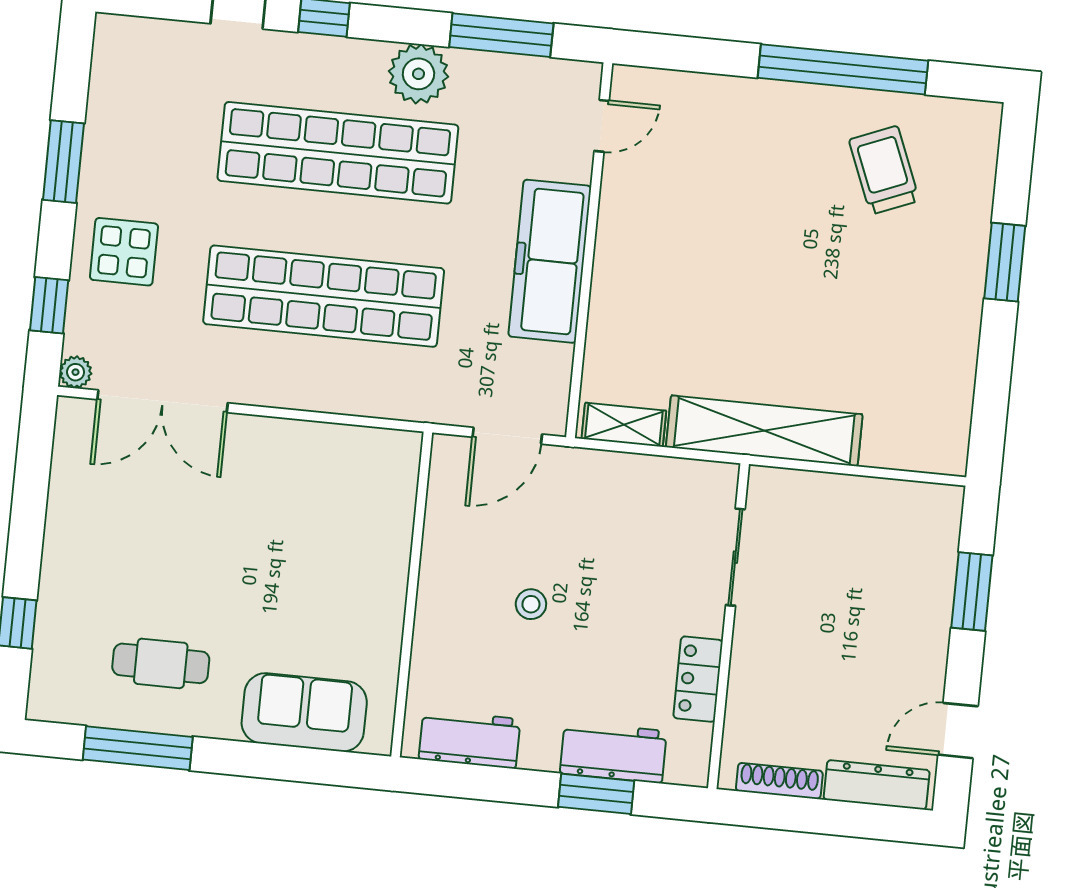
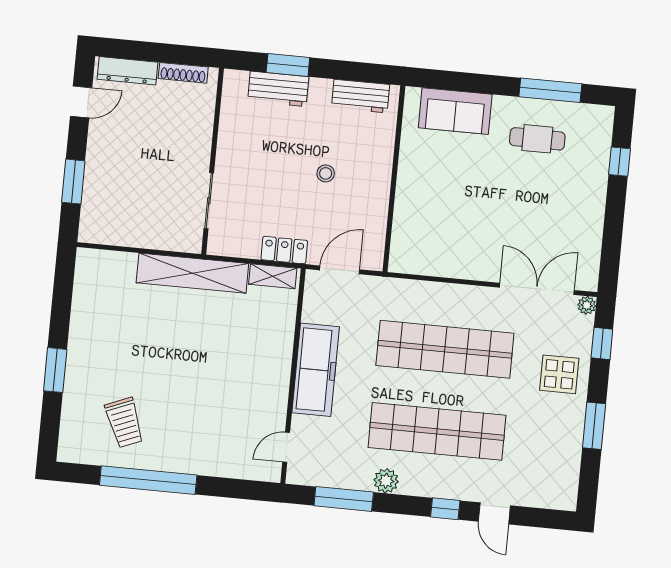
plant: (418, 74) -> (386, 481), width x0.73, depth x0.73
locker: (698, 679) -> (284, 250), moved, turned -90

